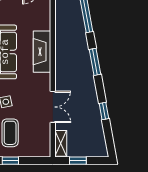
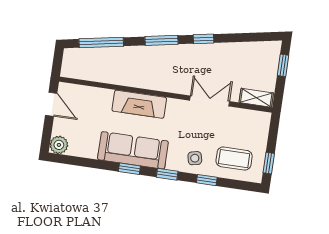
window: (104, 111) -> (204, 39), moved
window: (78, 161) -> (283, 65), moved

